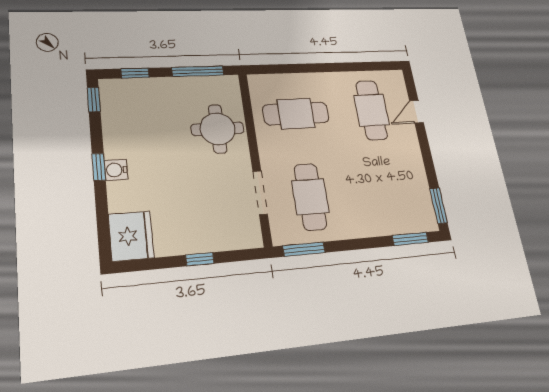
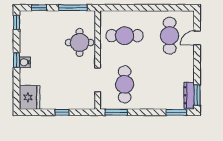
dresser: (425, 207) -> (189, 95), added

